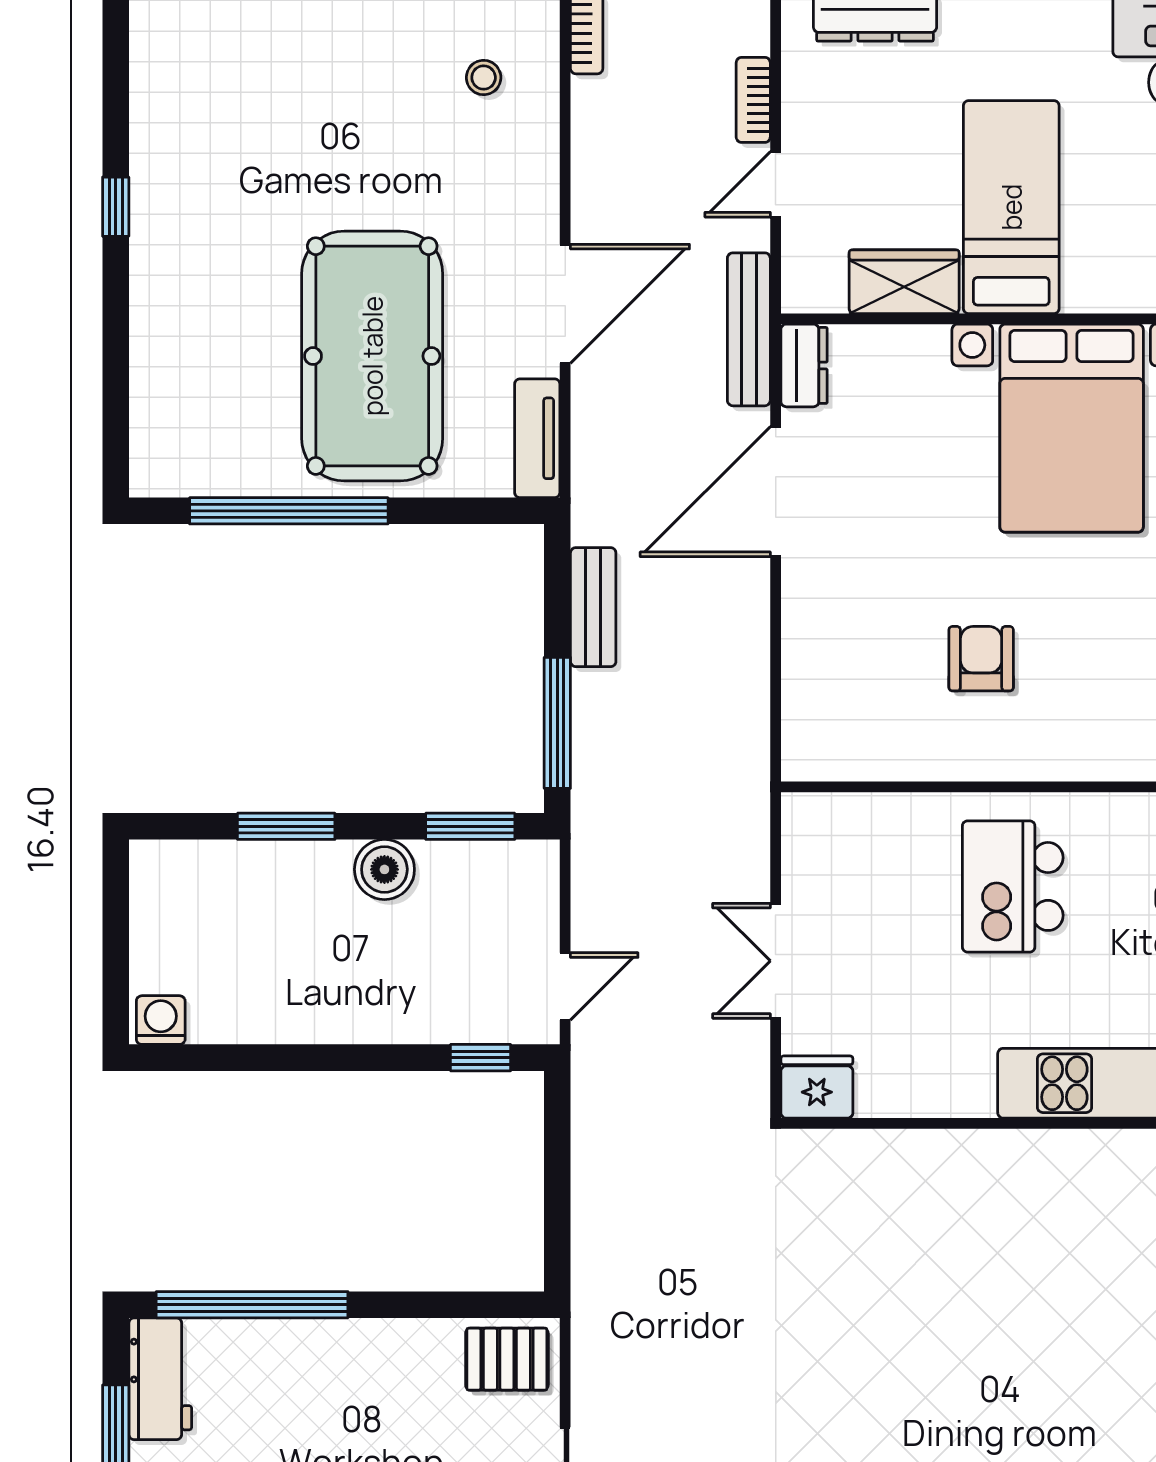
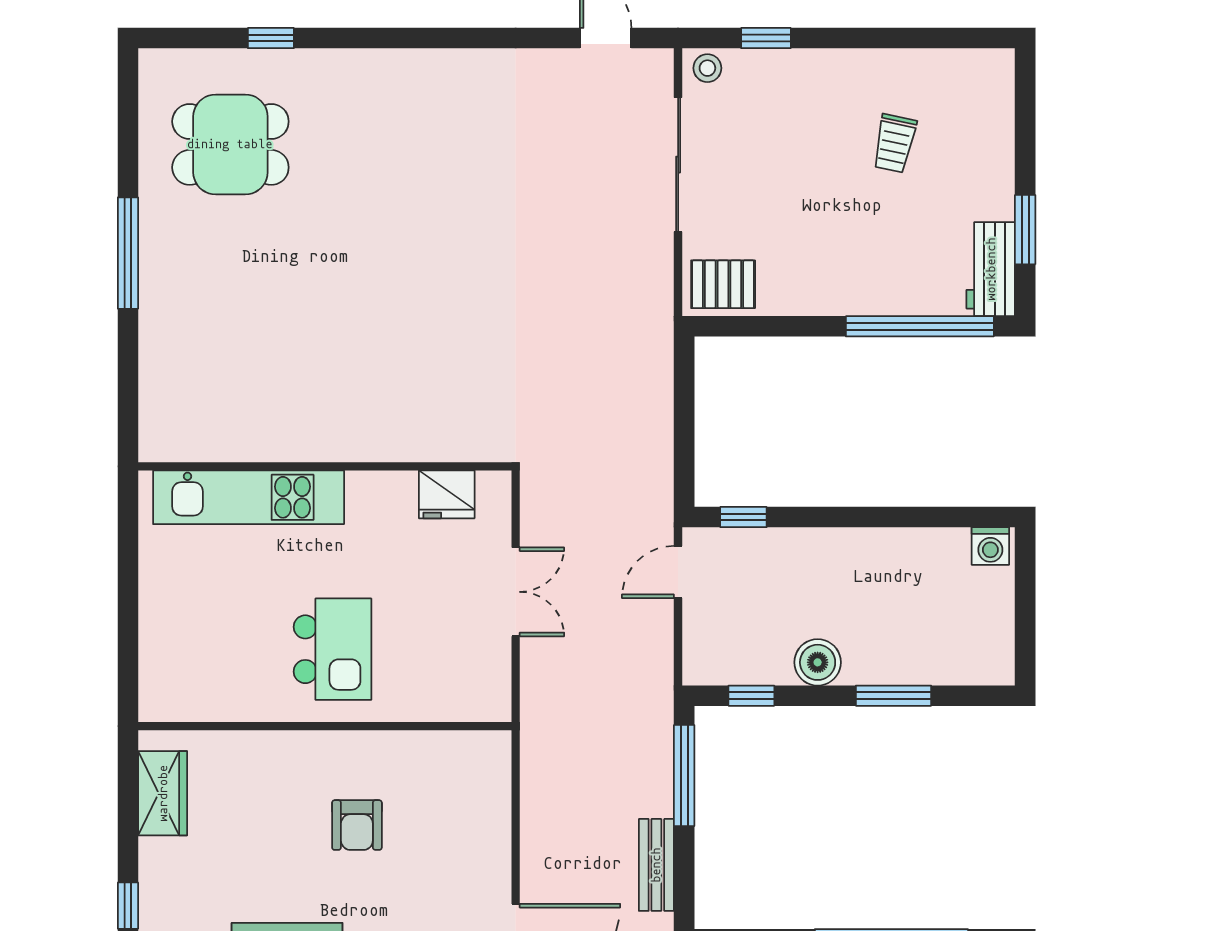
window: (470, 826) -> (751, 696), width x0.67
fridge: (817, 1087) -> (447, 494), moved

